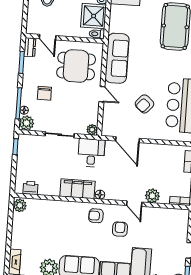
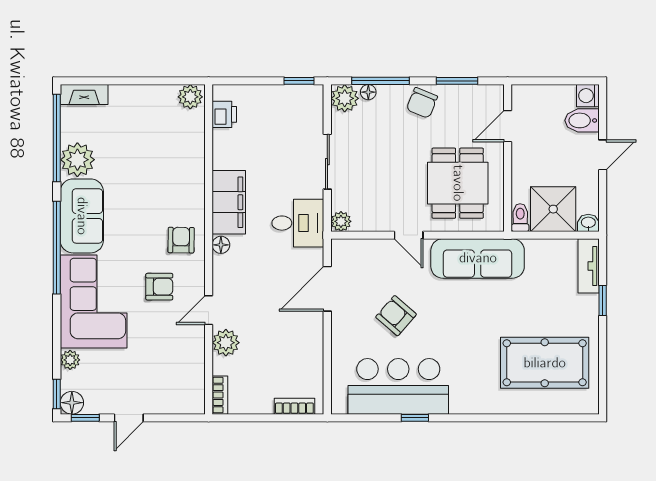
dresser: (30, 47) -> (486, 94), removed
chair: (44, 93) -> (422, 103), moved, turned -68
door: (102, 94) -> (409, 235), hinge flipped

